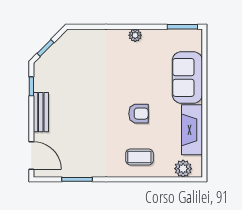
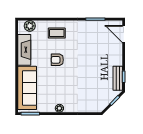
sofa: (187, 77) -> (27, 88), width x1.36
bench: (41, 112) -> (118, 78), moved

